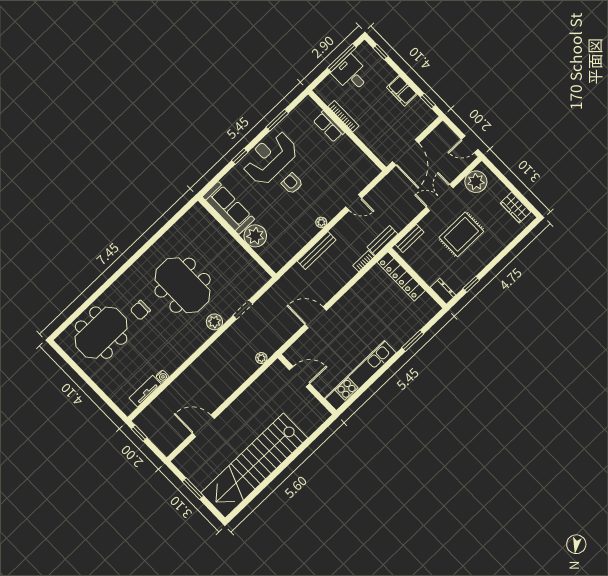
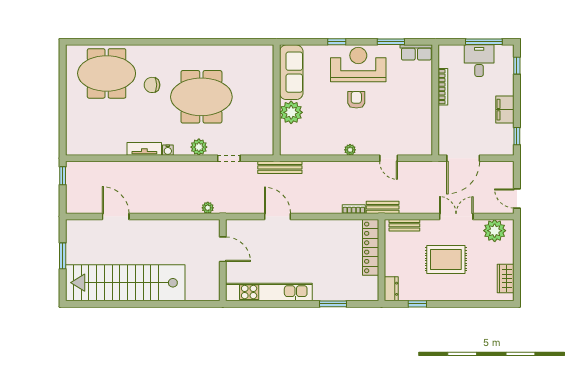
row of seats: (329, 126) -> (416, 52), moved, turned -90
bench: (317, 251) -> (280, 167), moved
meeting table: (183, 285) -> (201, 97), turned 90
water cooler: (162, 376) -> (168, 150), moved
tv unit: (145, 391) -> (144, 149), moved

